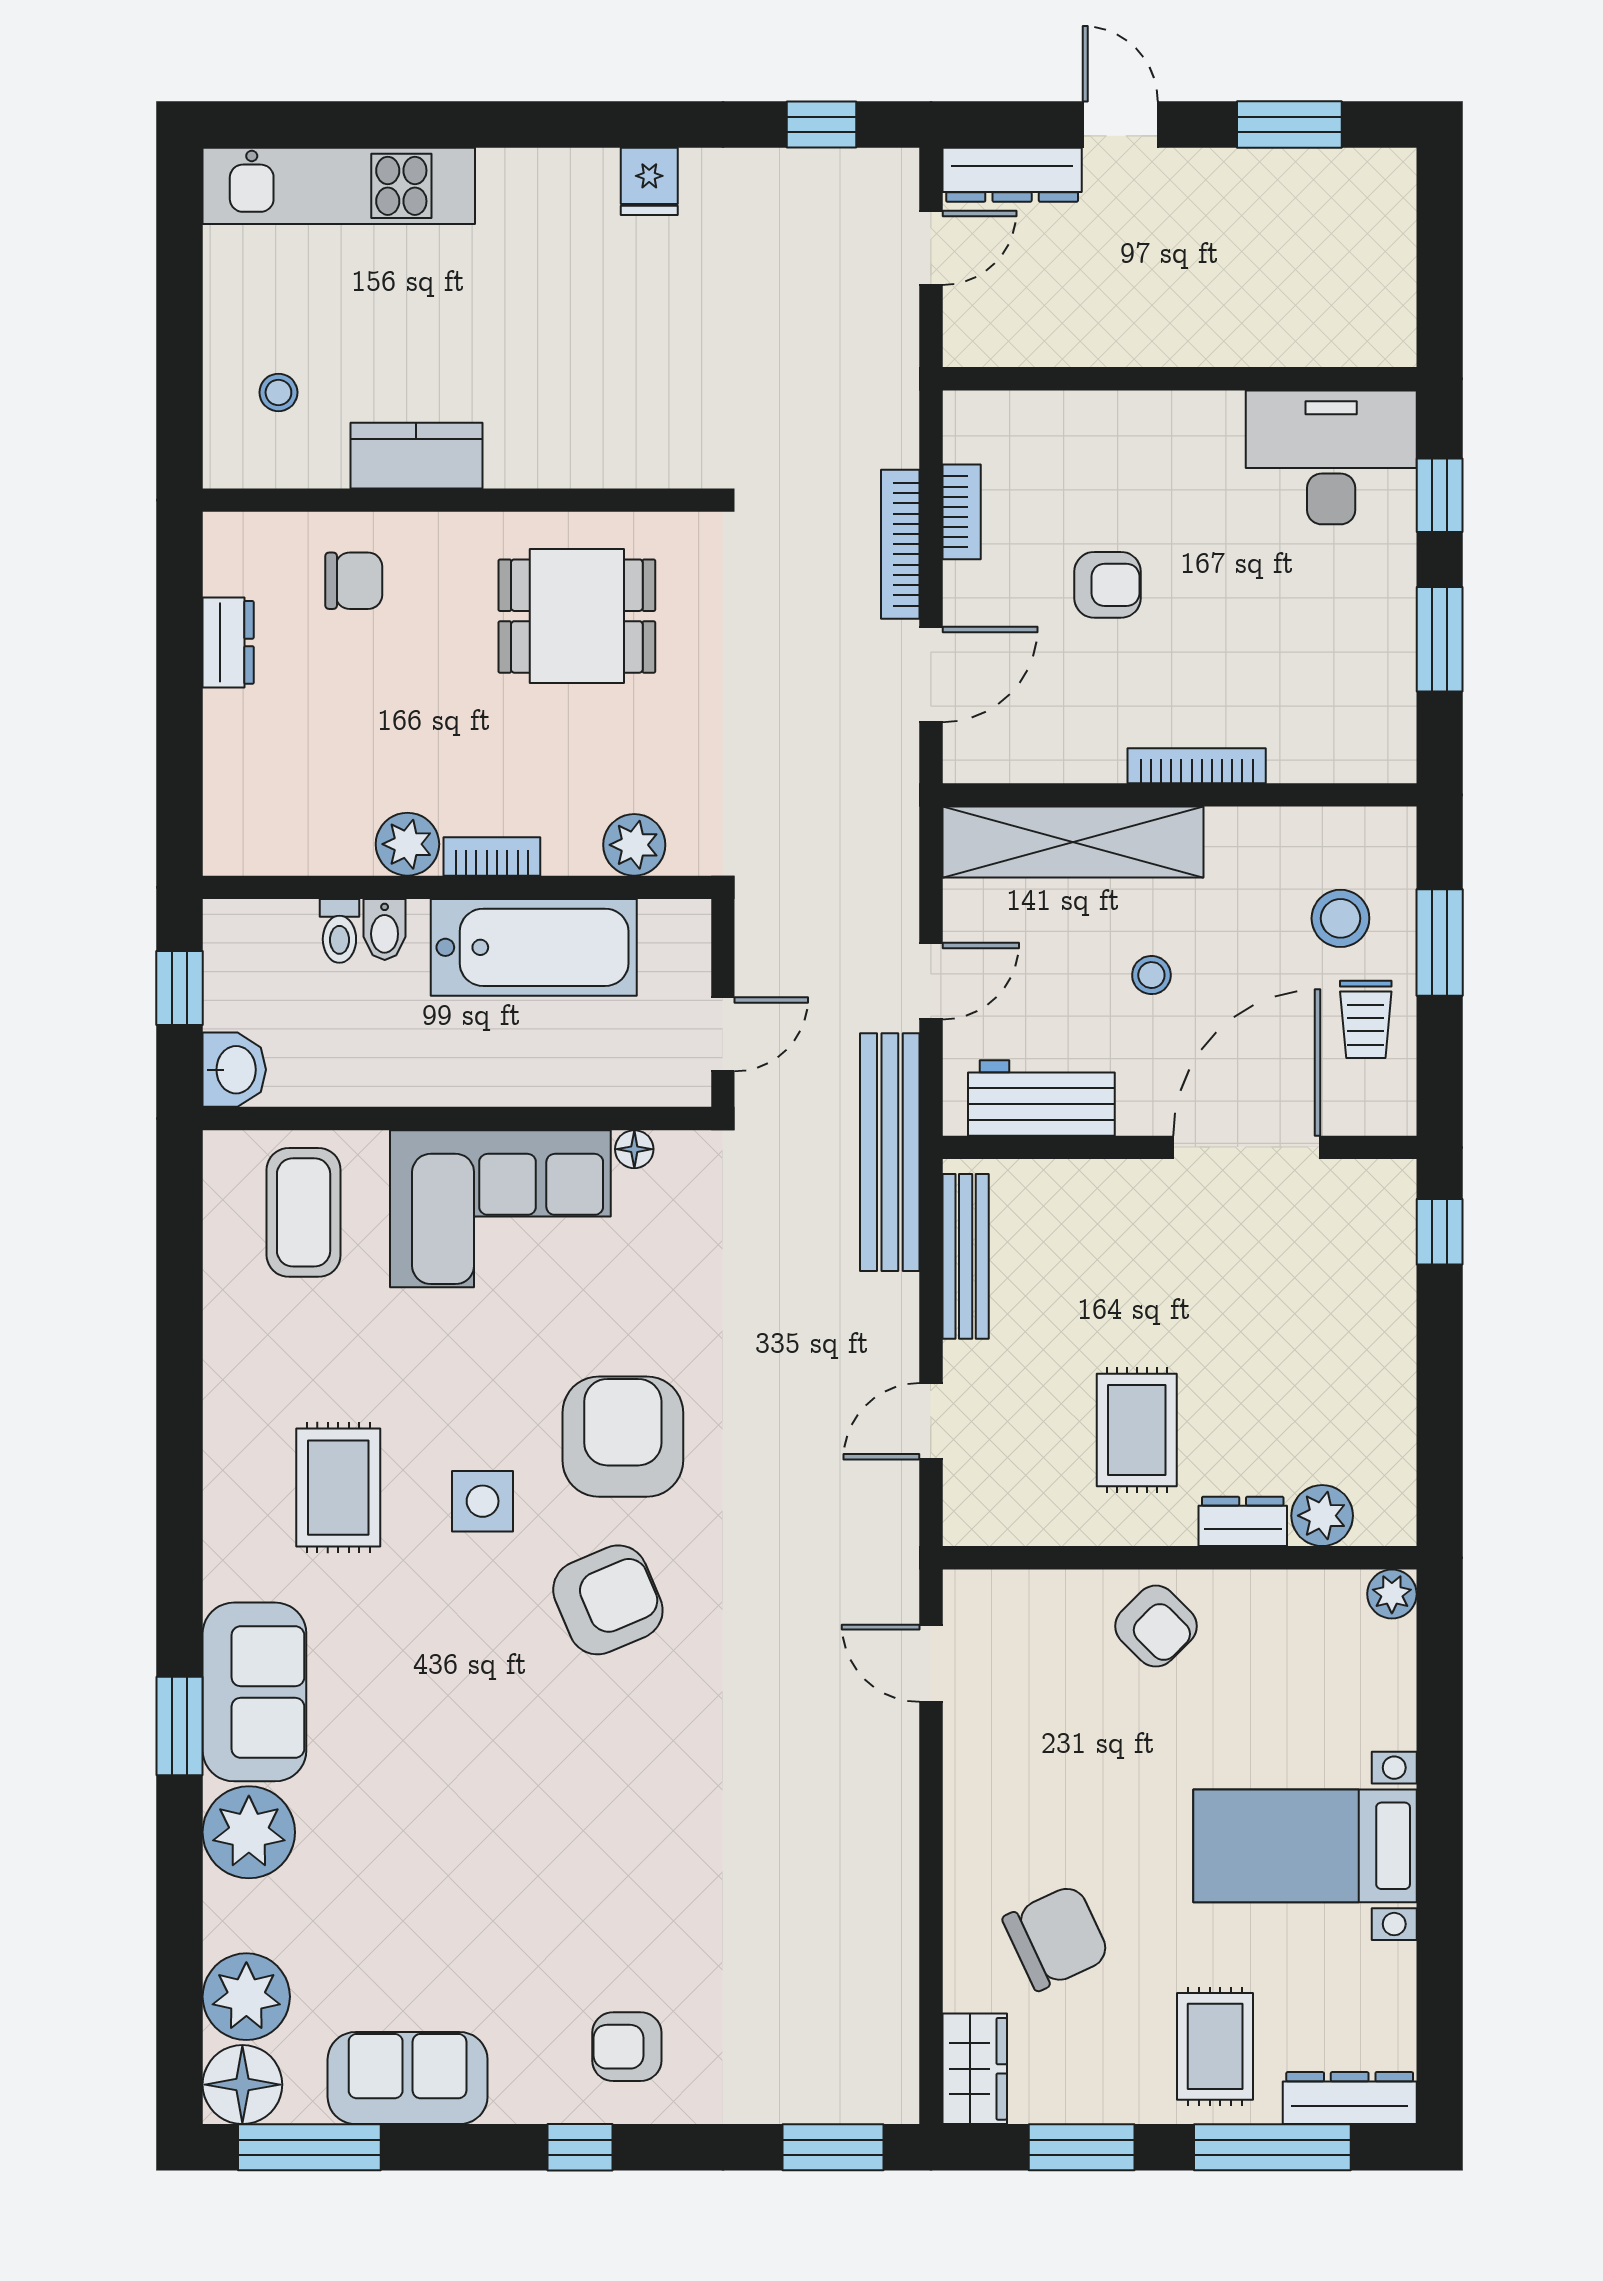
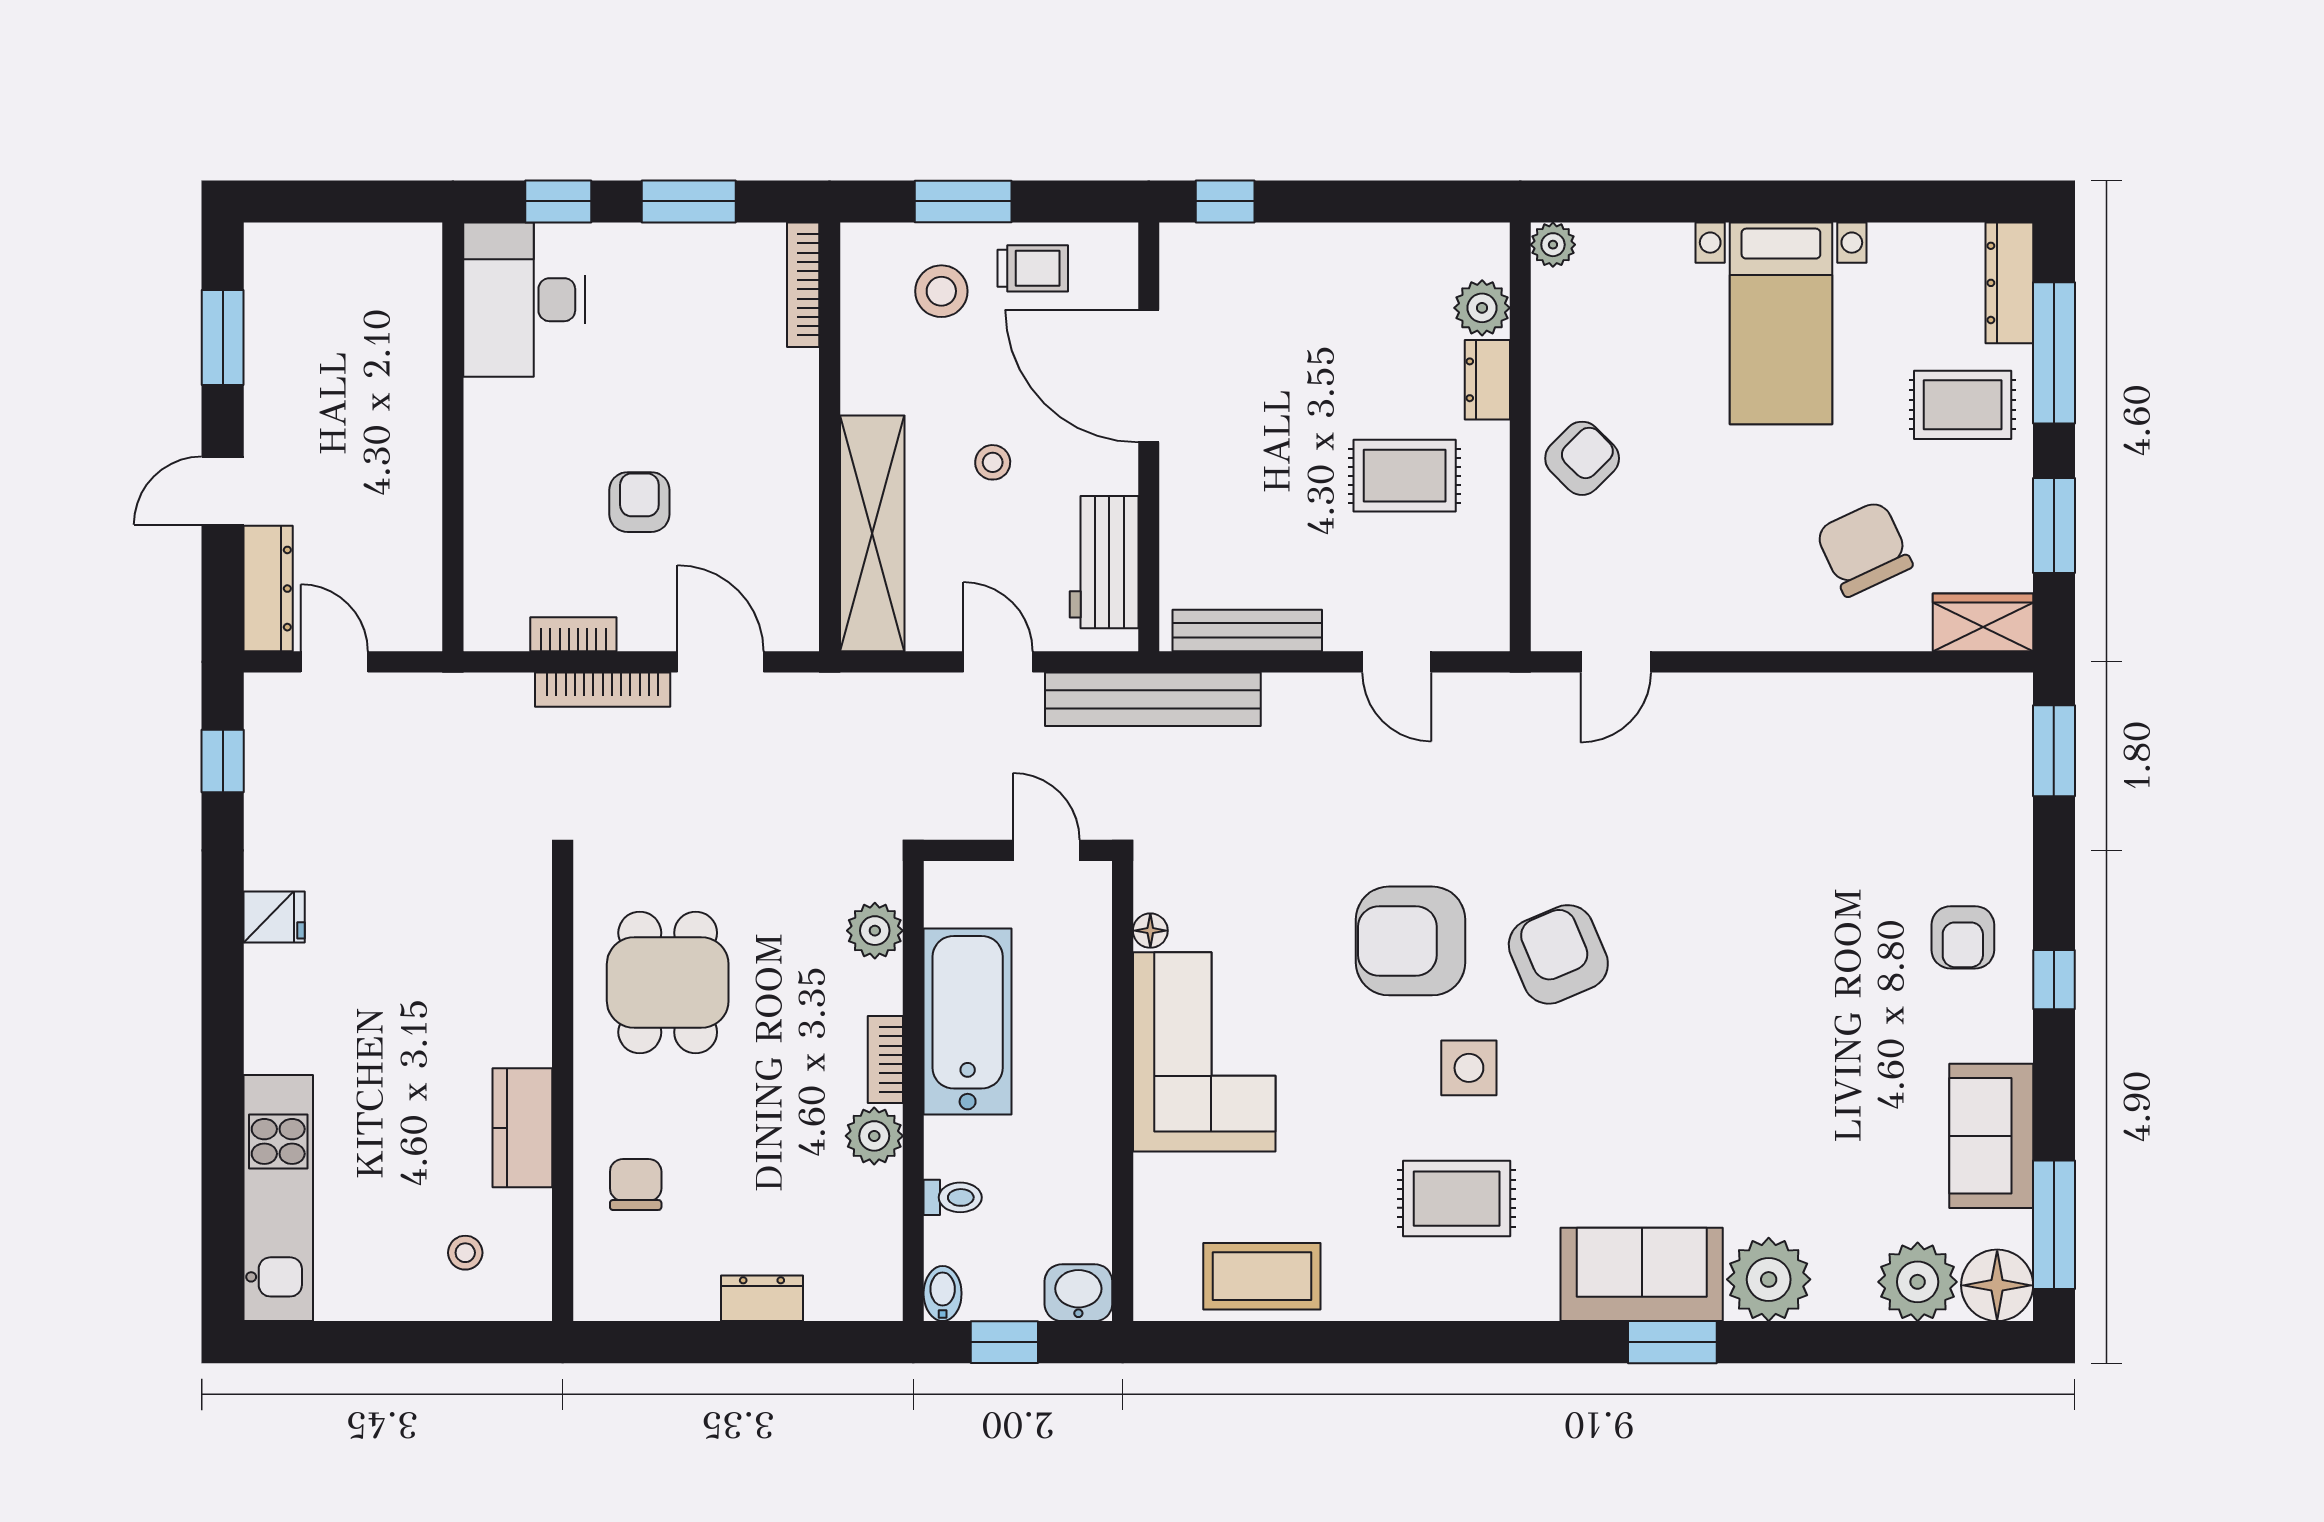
dresser: (228, 642) -> (762, 1298), moved
bookcase: (1197, 766) -> (803, 285), moved
bidet: (385, 930) -> (943, 1293), moved, turned -90
coffee table: (304, 1212) -> (1262, 1276), moved

